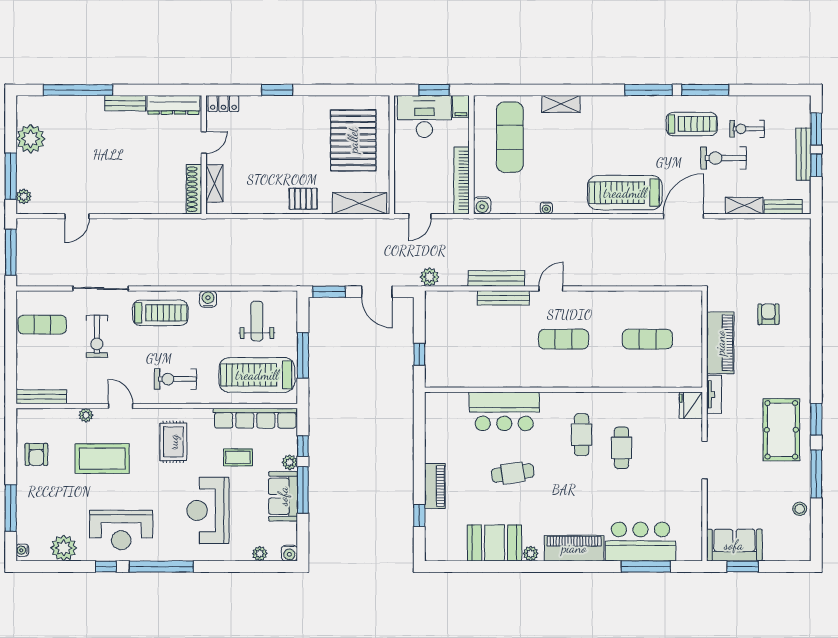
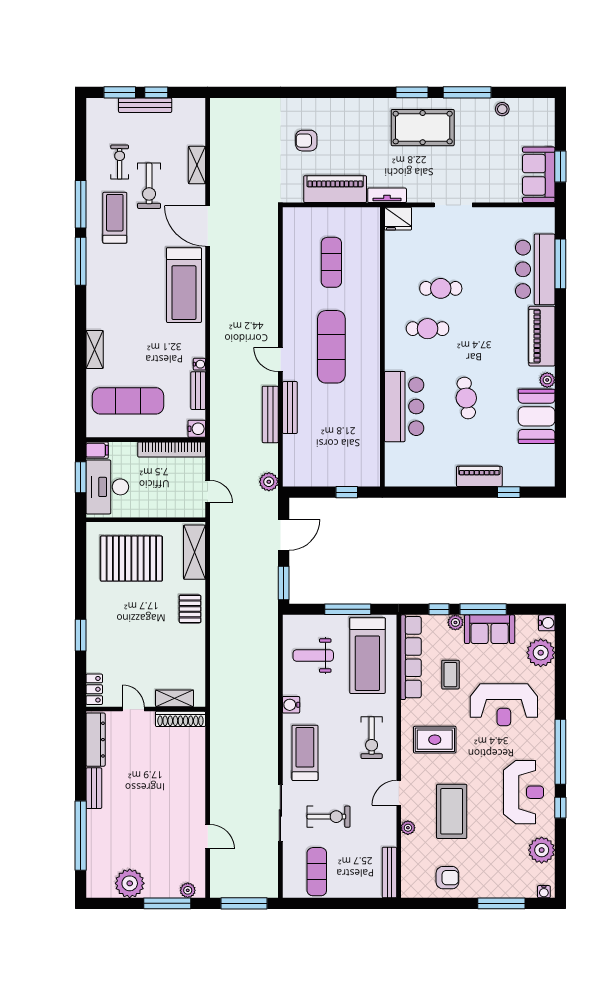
exercise bike: (747, 129) -> (120, 162), turned 180
bench: (783, 207) -> (198, 391), moved
exercise mat: (564, 339) -> (331, 347), width x1.36, depth x1.45
plant: (260, 554) -> (541, 653), width x1.87, depth x1.87

